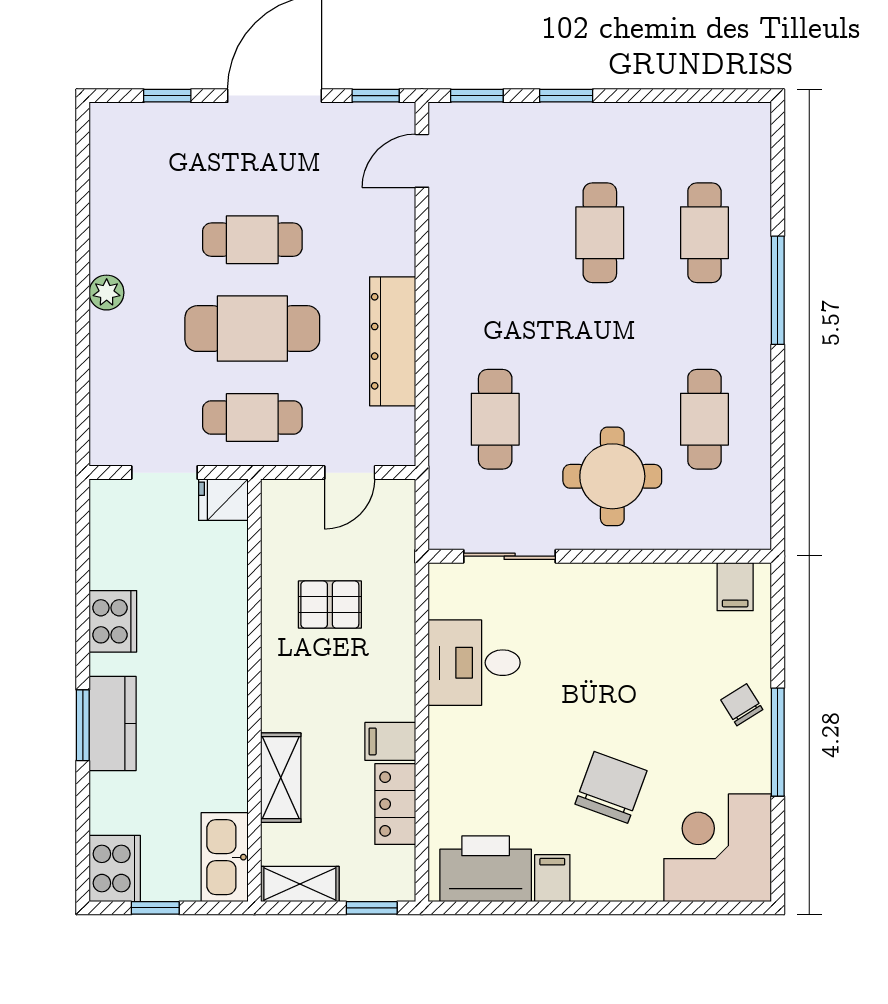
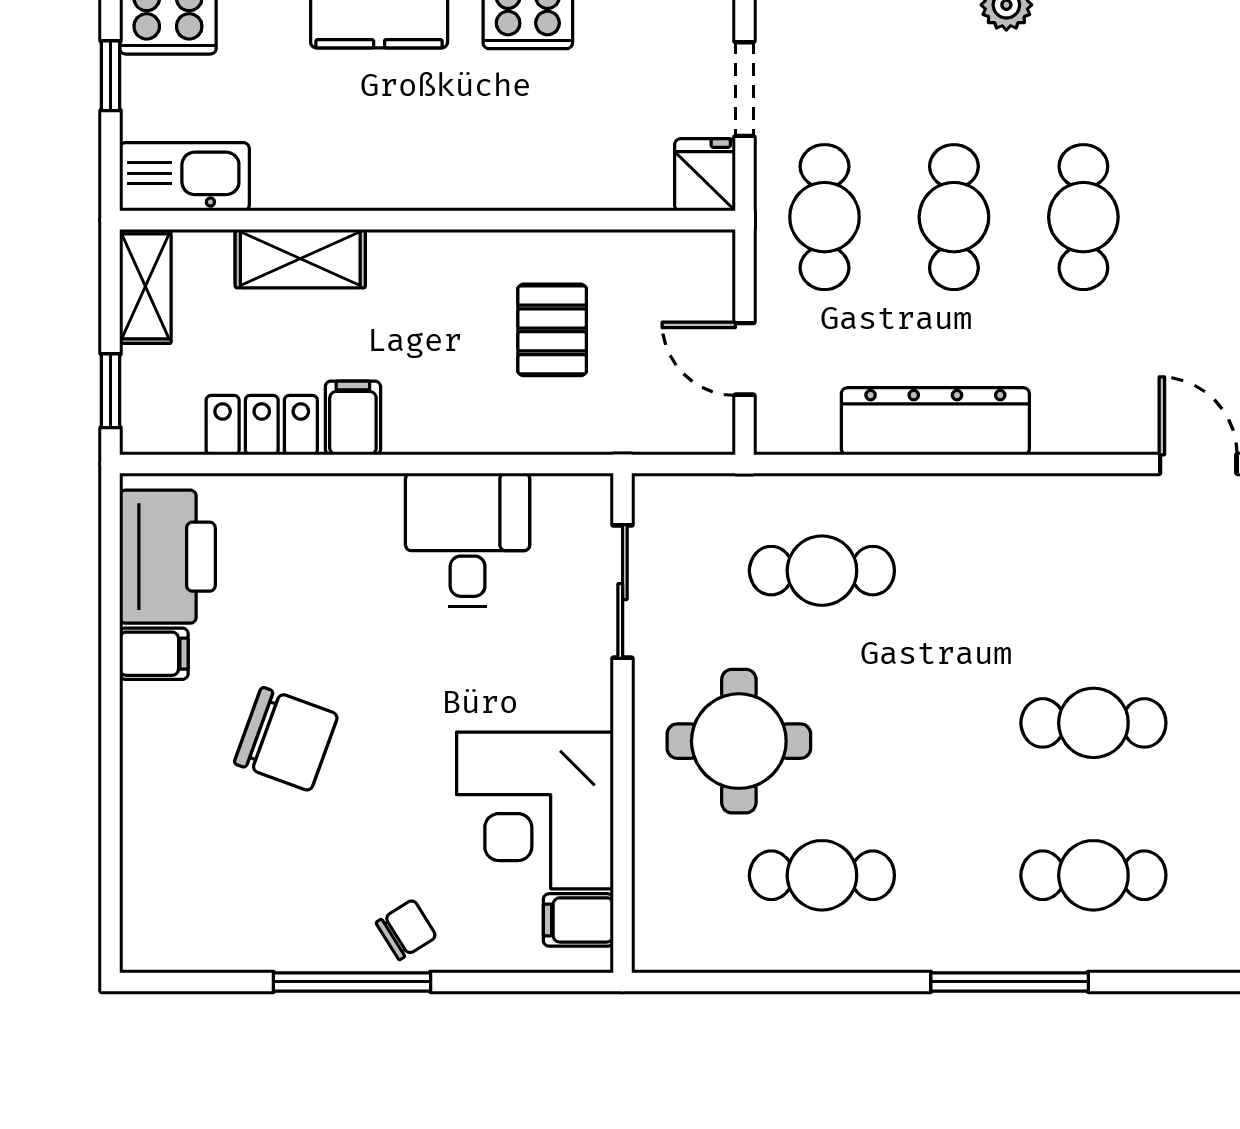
cafe table: (252, 329) -> (954, 217), width x0.73, depth x0.74
corner desk: (718, 848) -> (535, 810), moved, turned 180

